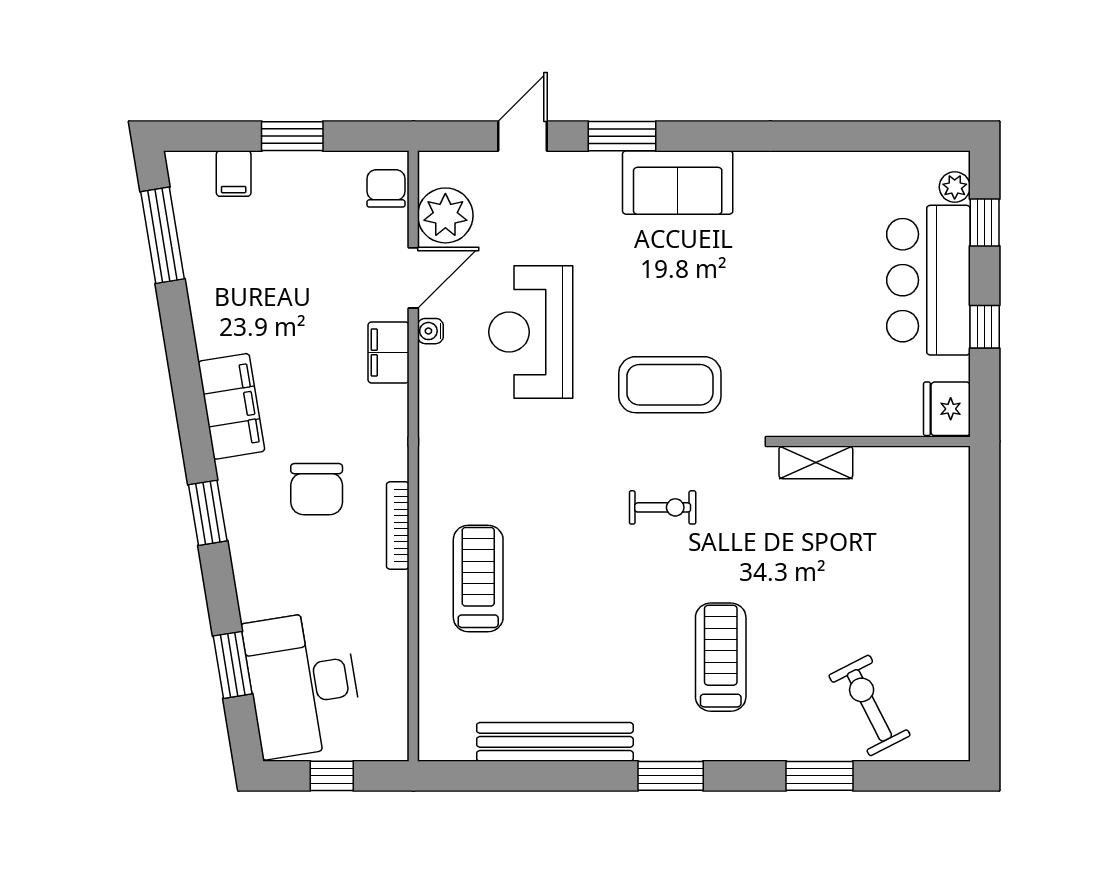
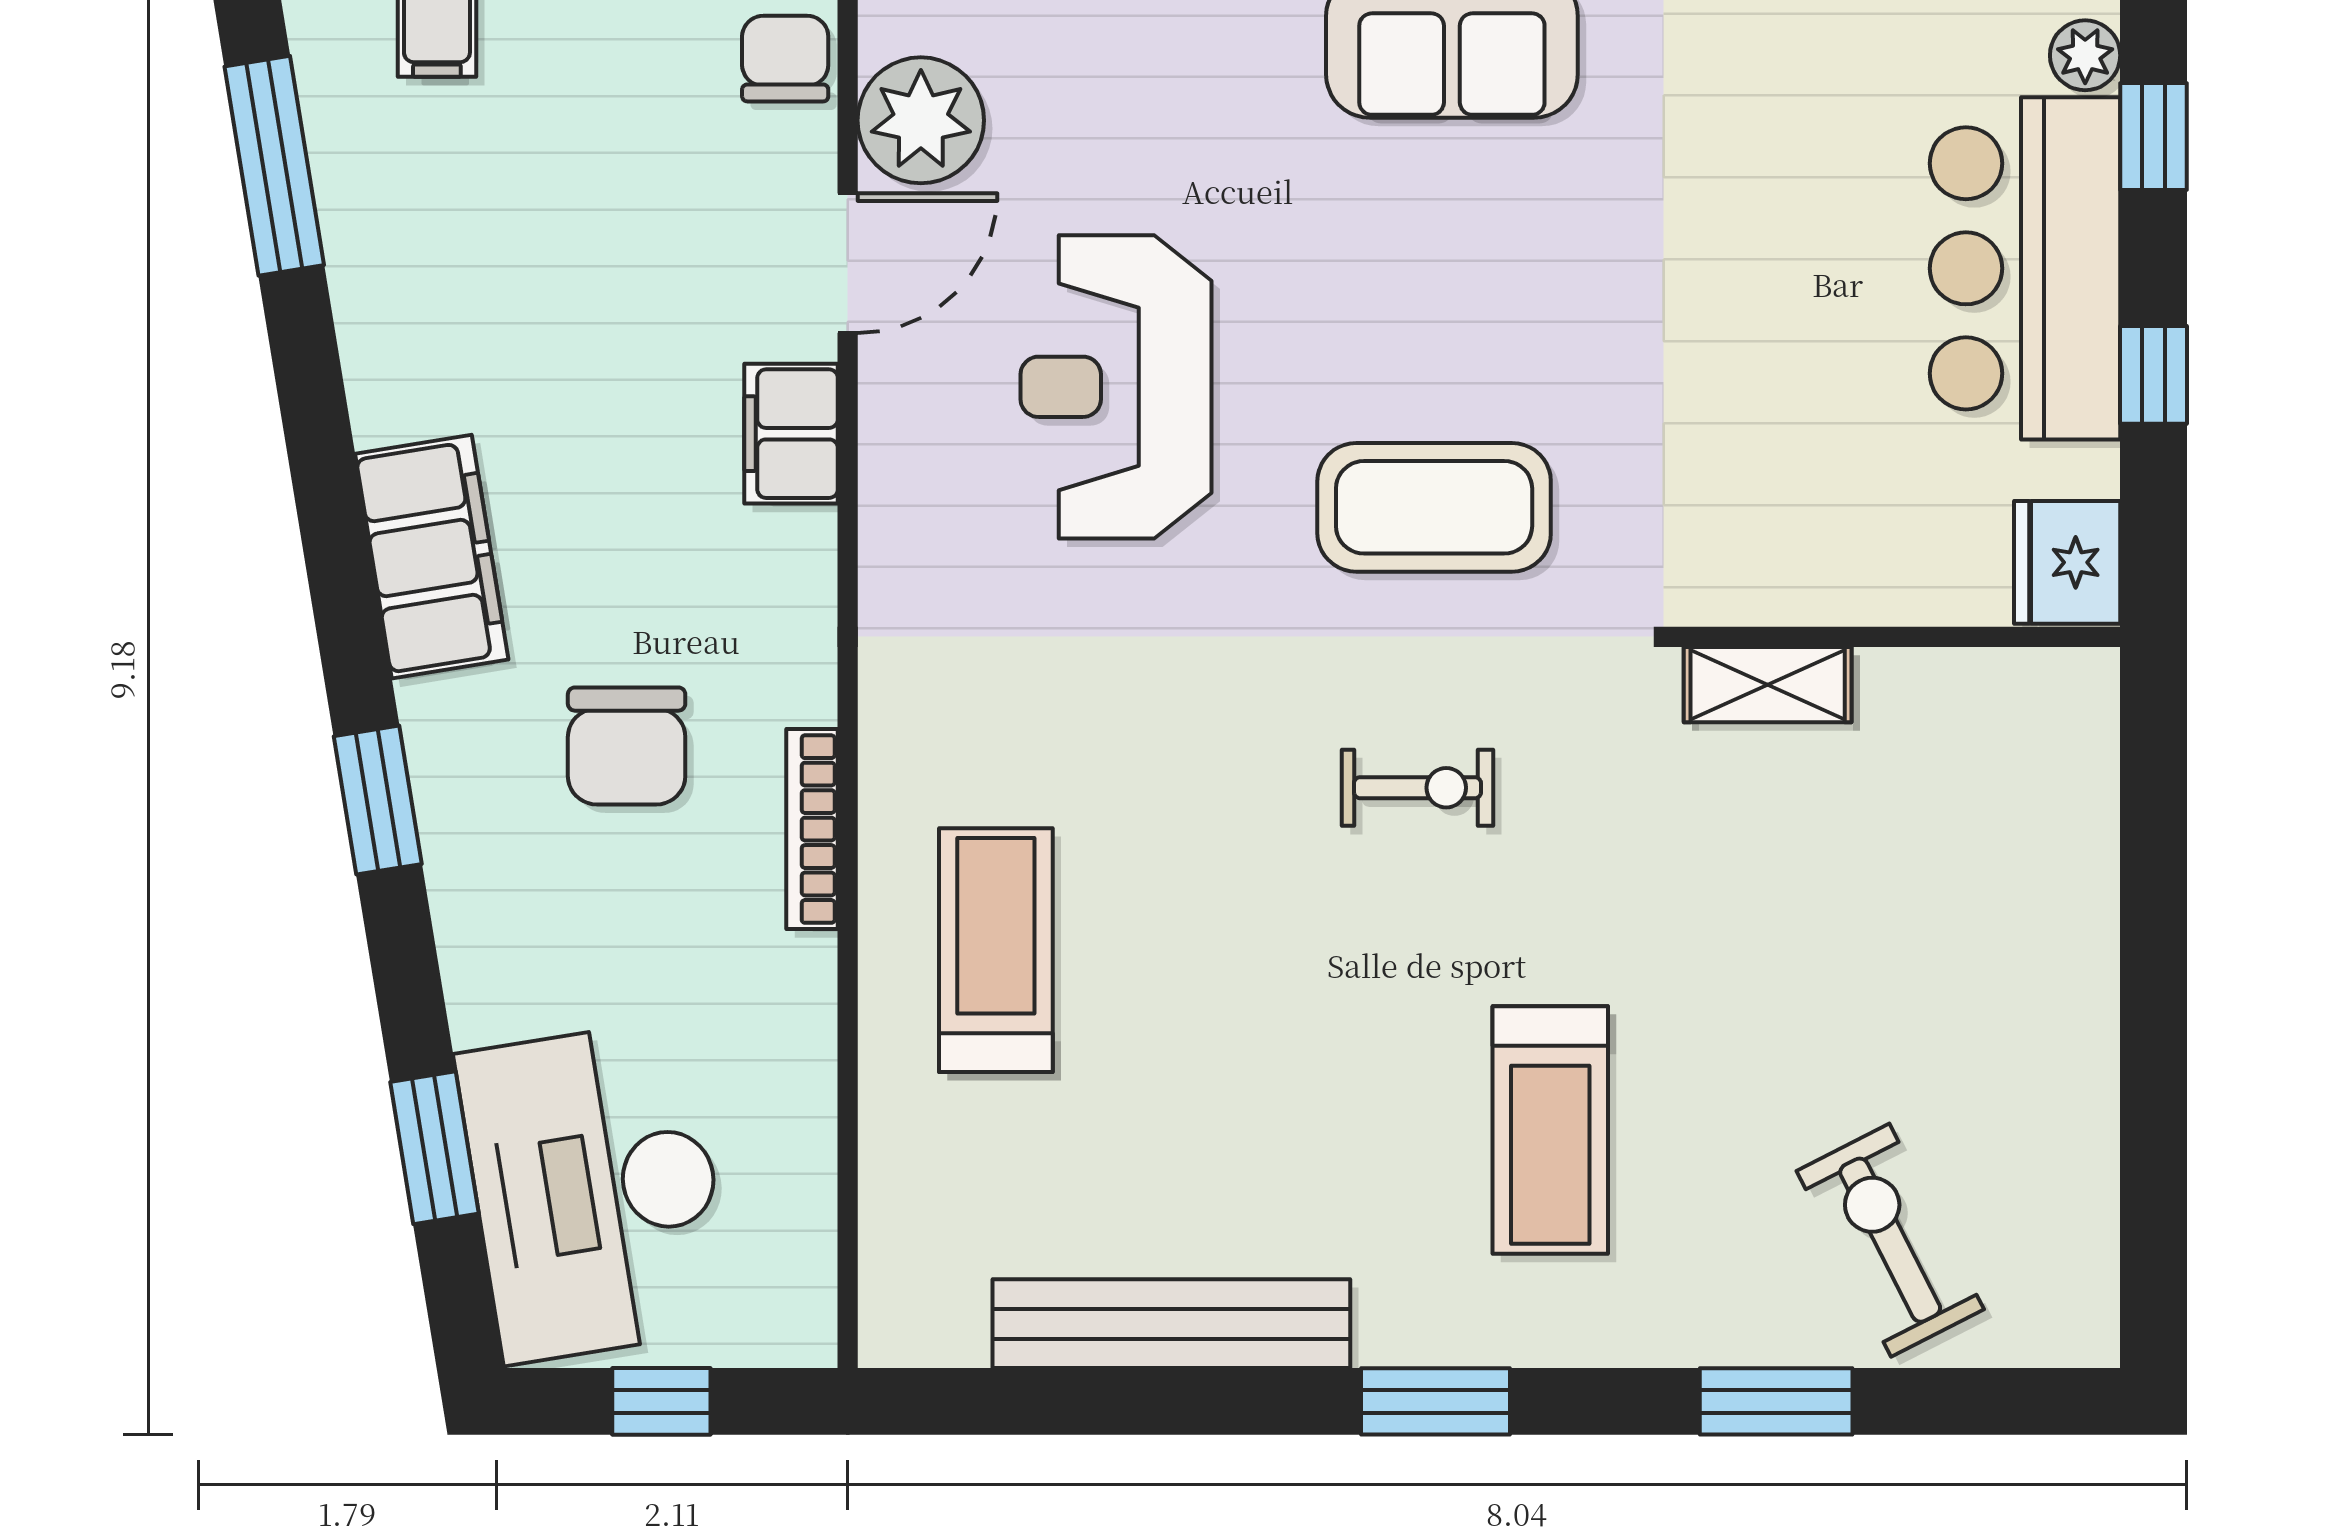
water cooler: (430, 331) -> (887, 385), removed
treadmill: (721, 657) -> (1550, 1130), turned 180

